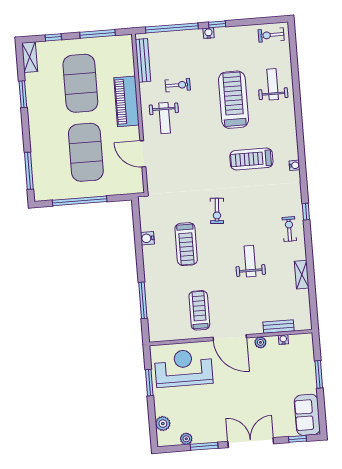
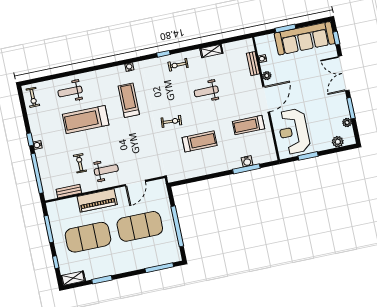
bench: (143, 60) -> (69, 191), width x0.73
treadmill: (251, 159) -> (129, 100), turned 180
water cooler: (147, 238) -> (247, 161), moved
sofa: (307, 415) -> (305, 38), width x1.85, depth x1.27

